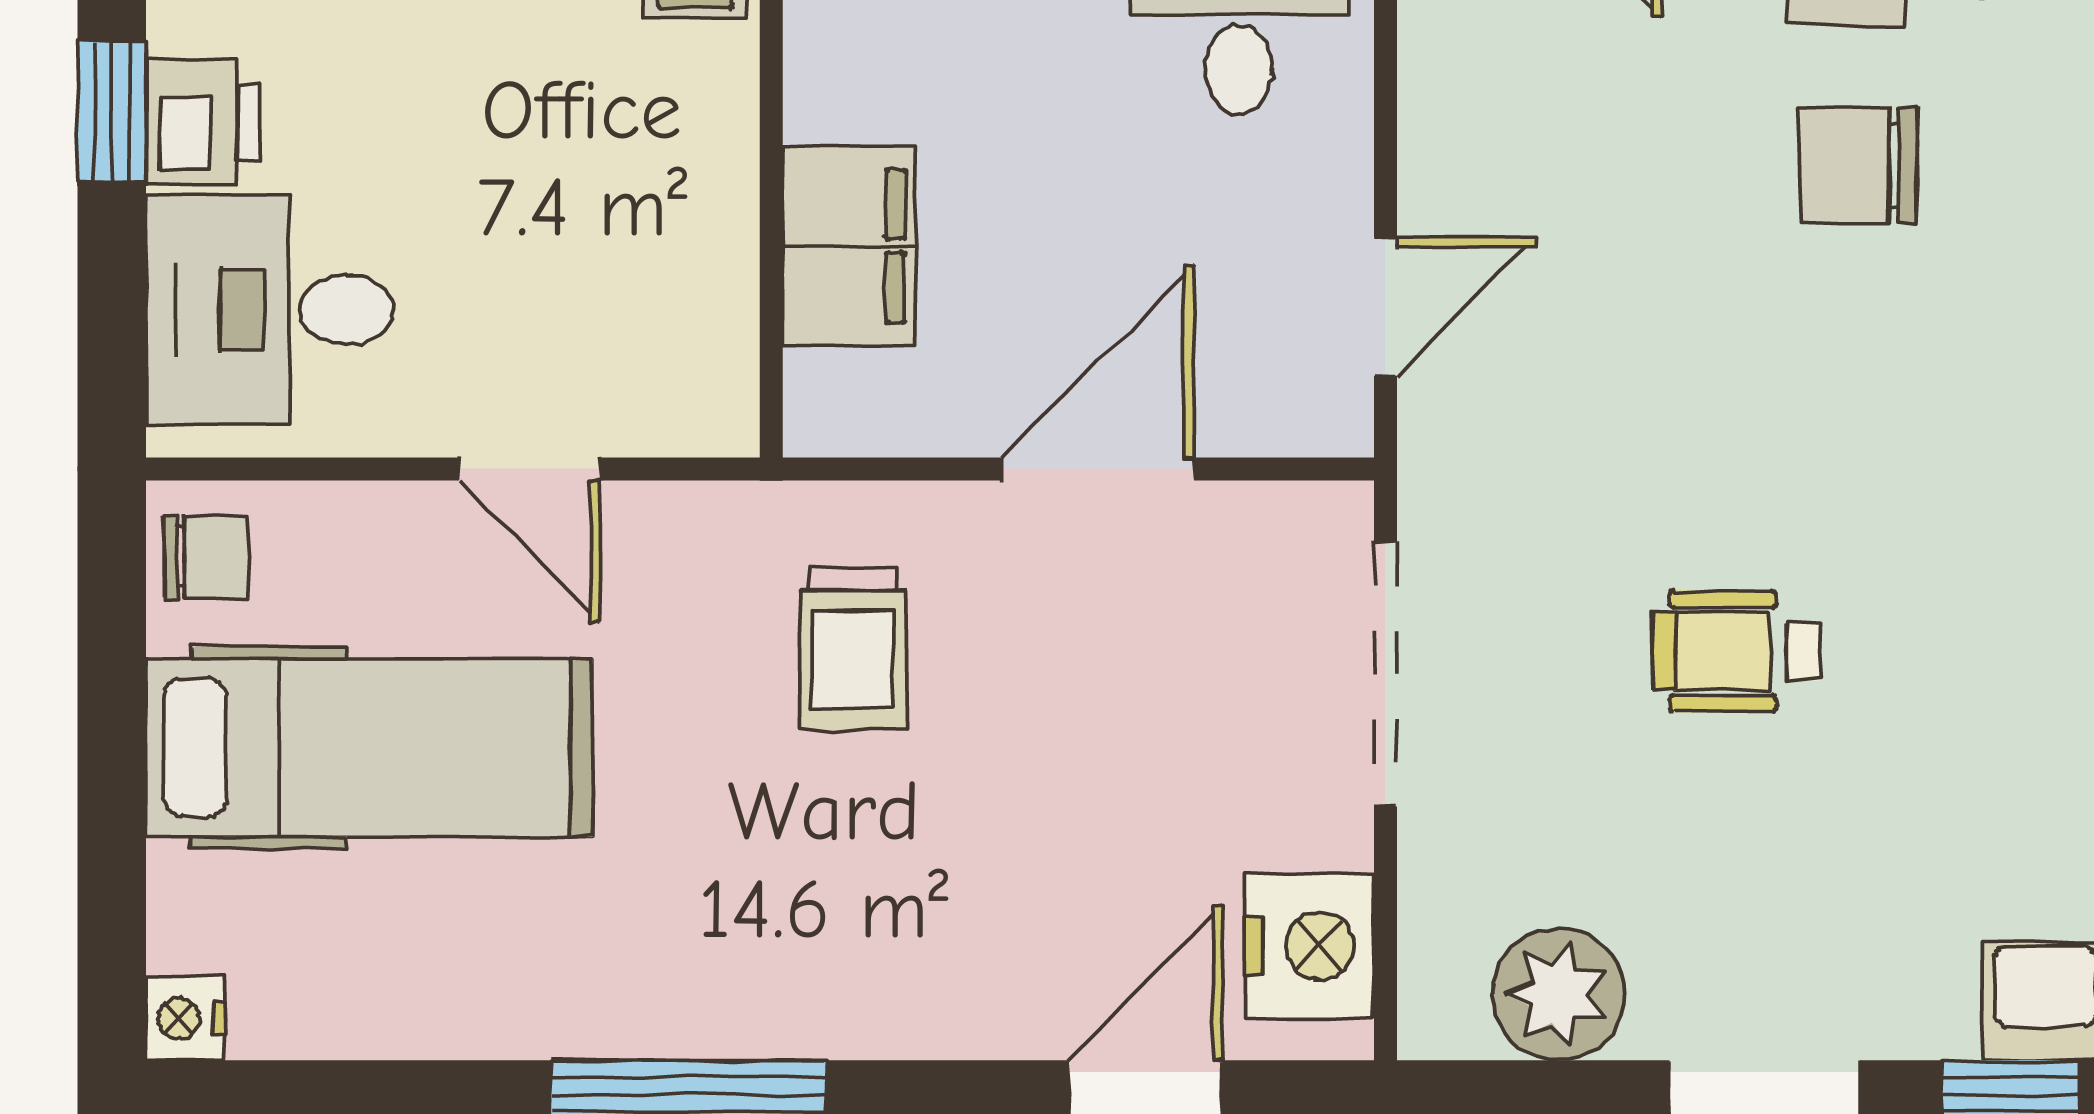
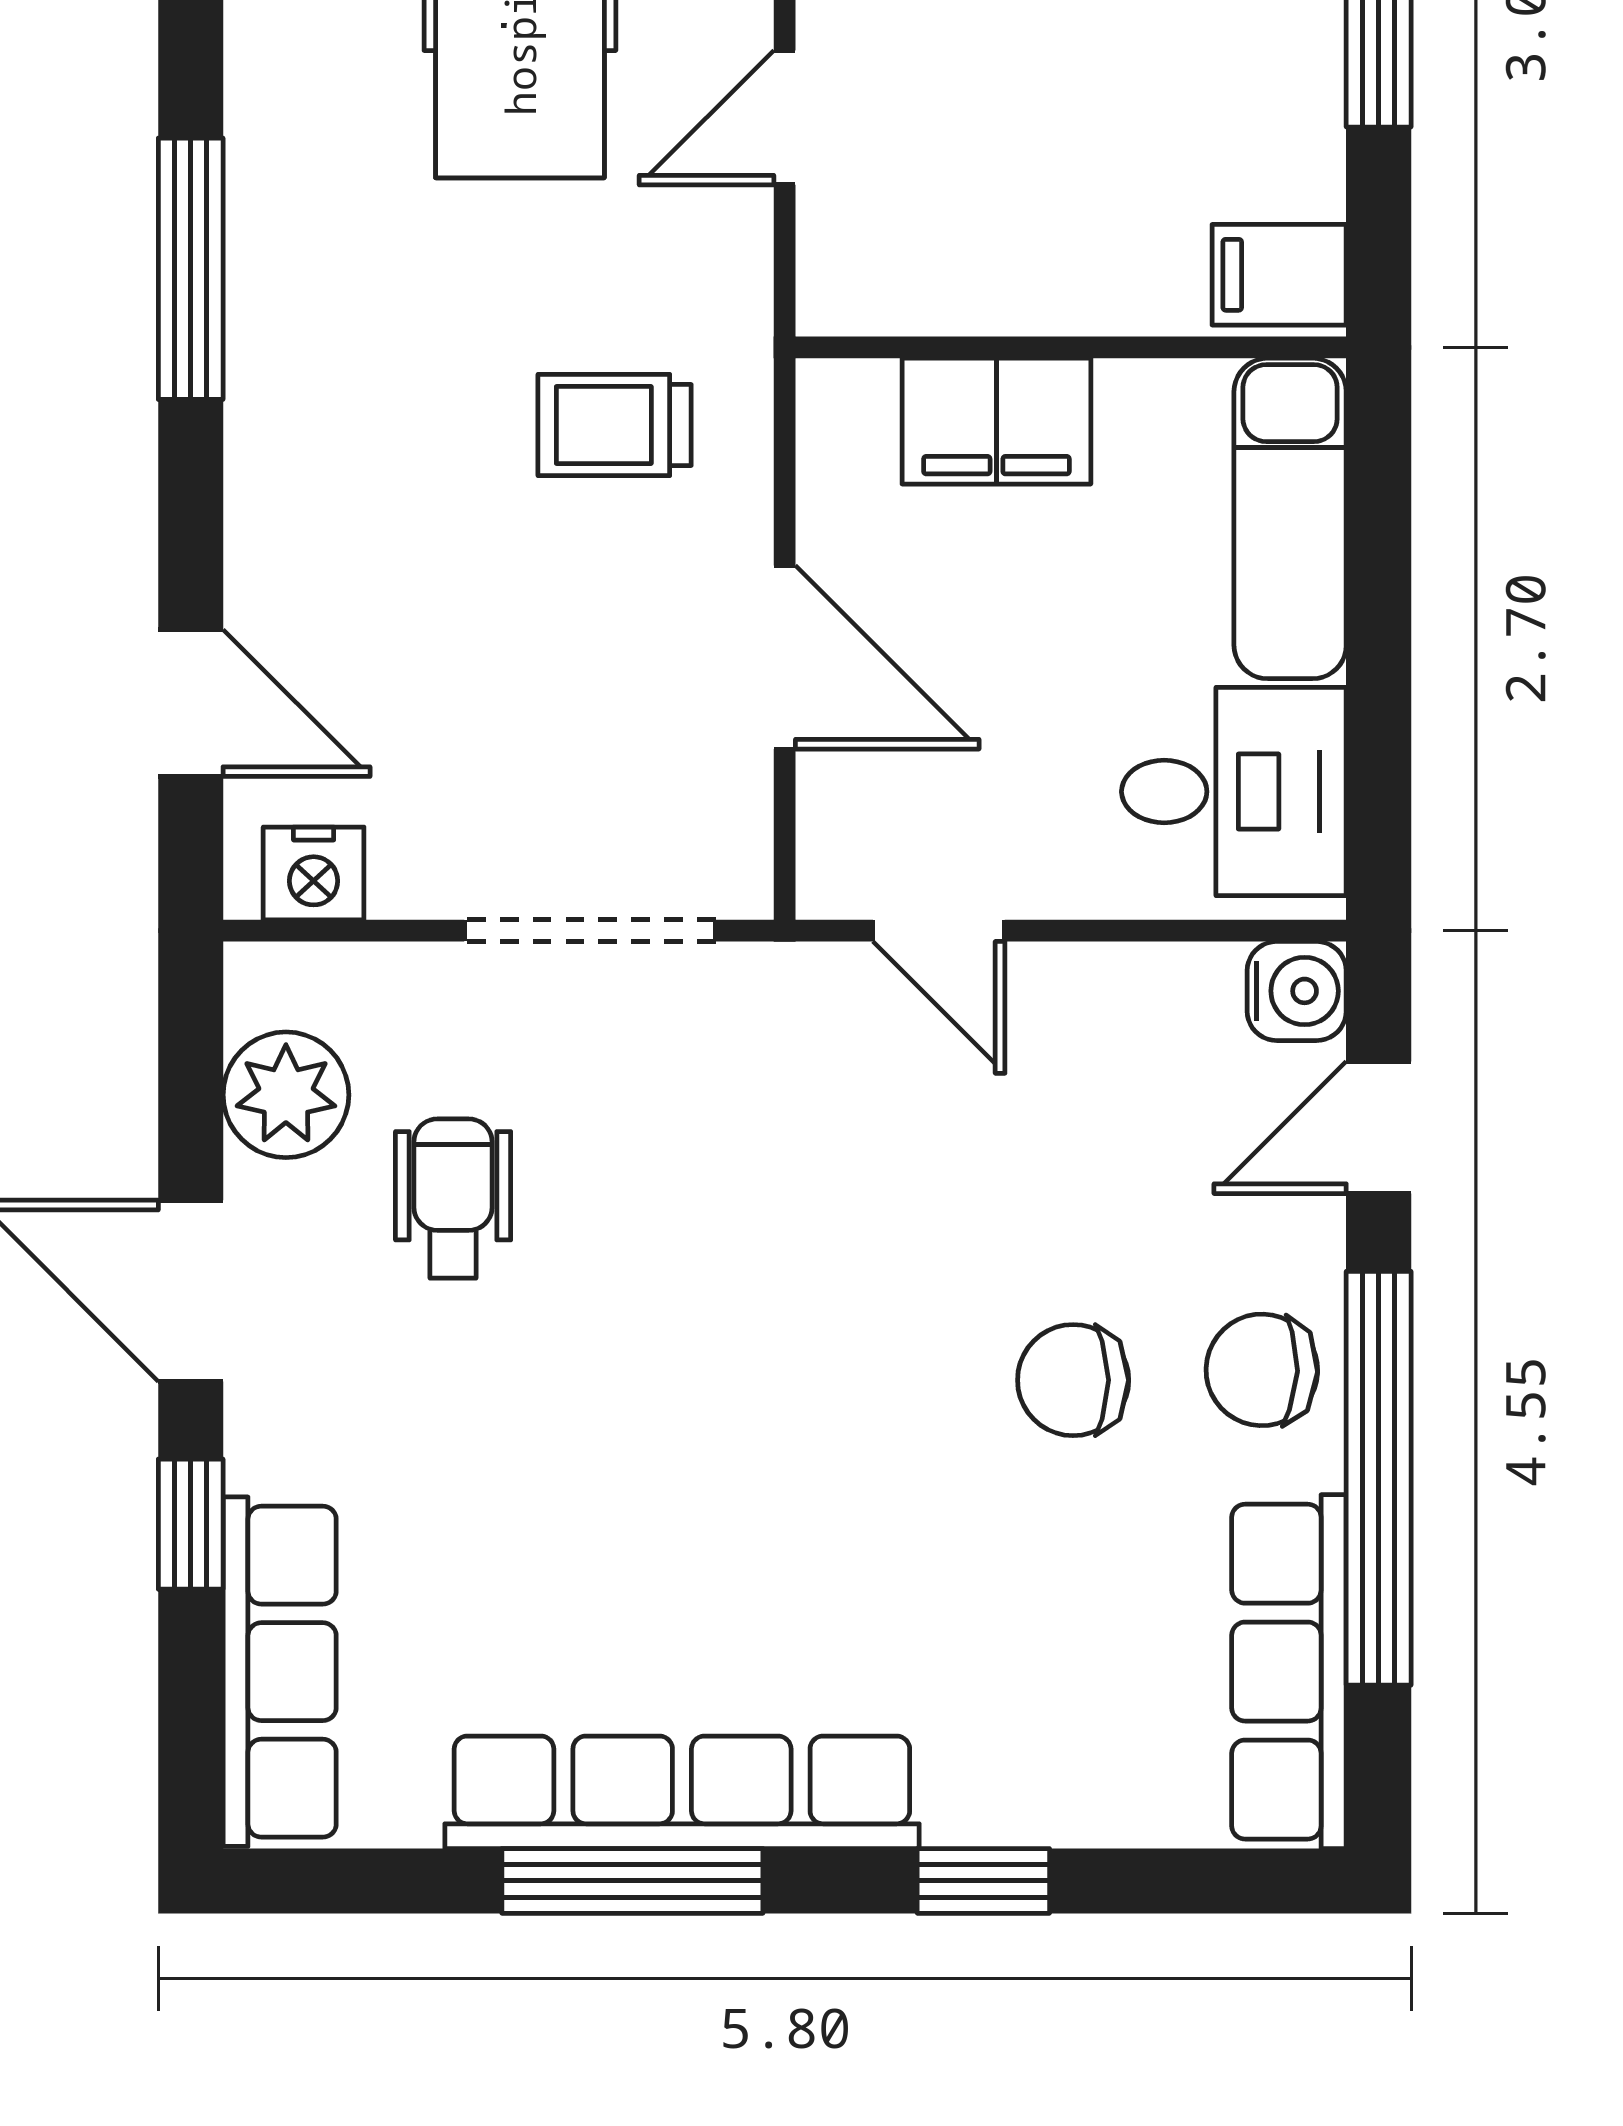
chair: (1859, 165) -> (1073, 1380), turned -90
wheelchair: (1736, 651) -> (453, 1198), moved
nightstand: (1309, 946) -> (314, 873), width x0.74, depth x0.75

